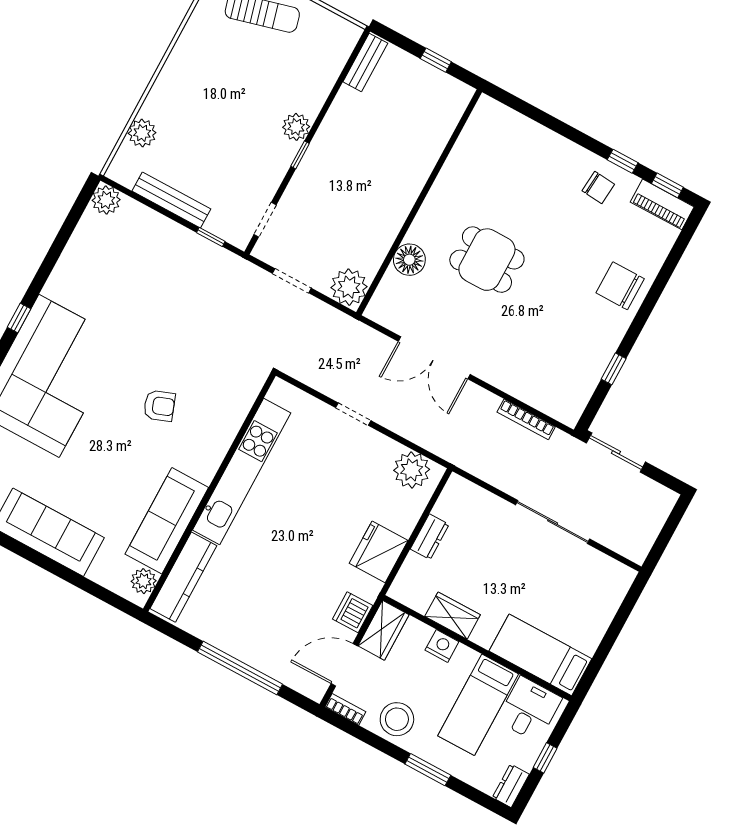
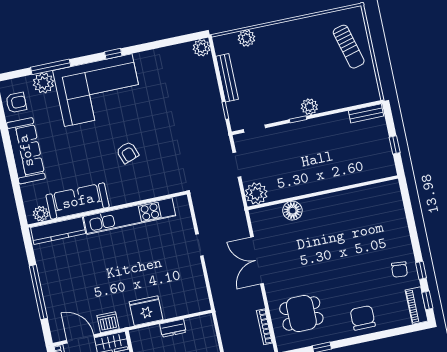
dining table: (487, 260) -> (301, 314), moved, turned 90
plant: (412, 470) -> (197, 294), removed

